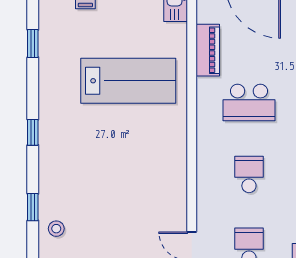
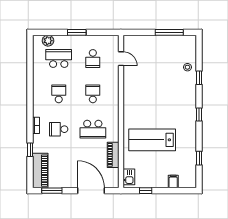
school desk: (249, 102) -> (93, 129), turned 180
school desk: (249, 174) -> (93, 94), turned 180

